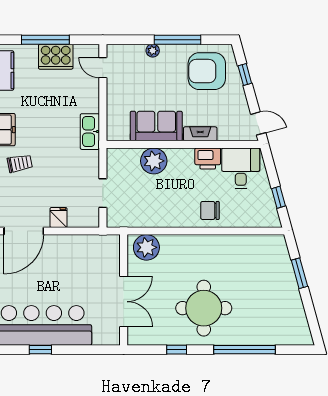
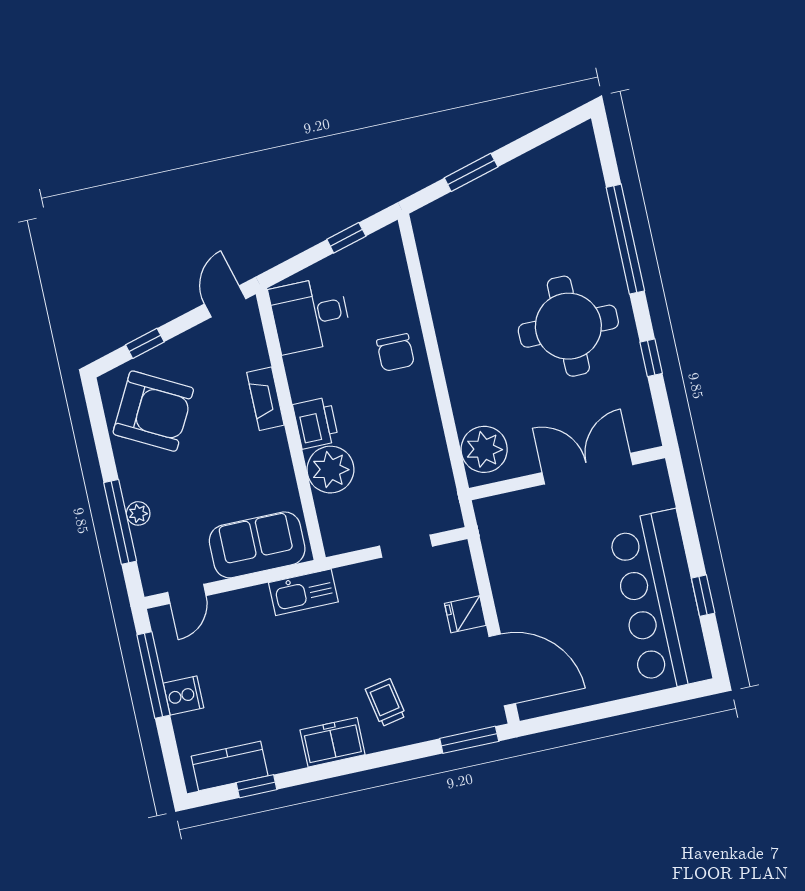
window: (45, 40) -> (153, 675), moved
window: (177, 40) -> (120, 522), moved
cooker: (56, 57) -> (183, 696), width x0.53, depth x0.76
armchair: (207, 71) -> (153, 411), turned -62
sofa: (156, 126) -> (257, 545), moved, turned 90
printer: (208, 158) -> (316, 423), moved

